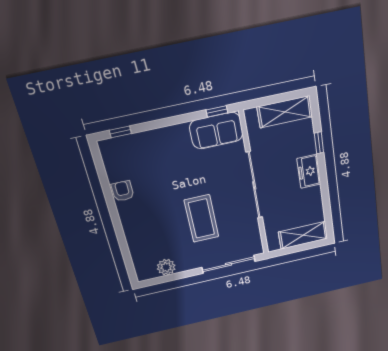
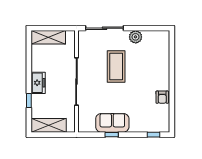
window: (217, 111) -> (112, 135), moved
sofa: (216, 131) -> (112, 123), moved
plant: (166, 267) -> (136, 37), moved

